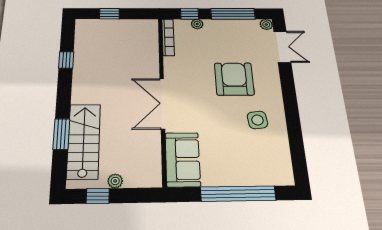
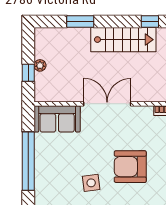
armchair: (234, 79) -> (130, 167), turned 180
stairs: (84, 141) -> (123, 40), moved
window: (98, 196) -> (28, 73), moved

